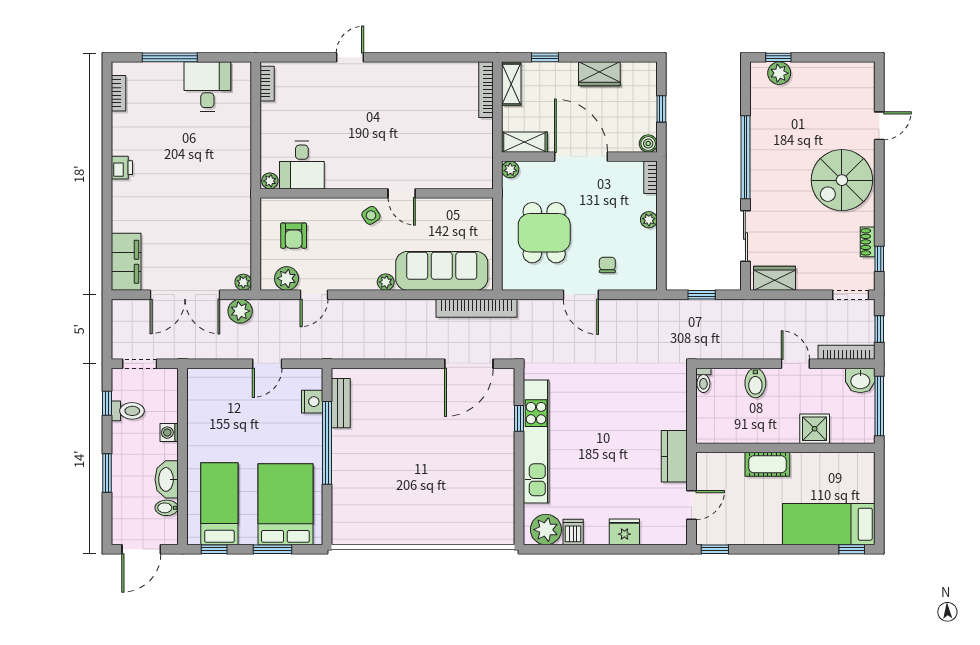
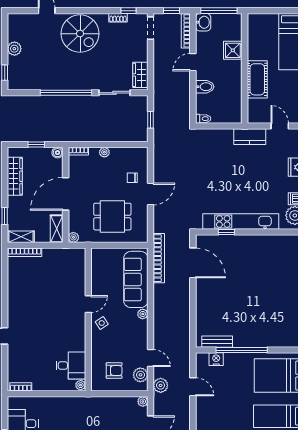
plant: (779, 73) -> (14, 49), moved
wardrobe: (599, 74) -> (15, 176), width x1.50
plant: (240, 311) -> (161, 385), moved
cot: (767, 464) -> (257, 79), width x1.37, depth x1.34

